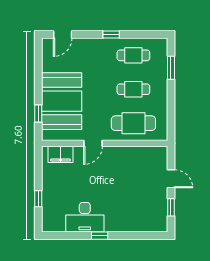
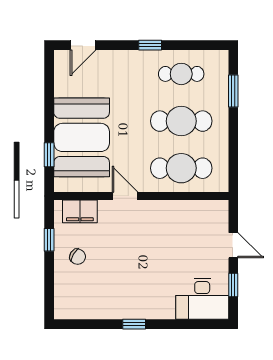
cafe table: (133, 89) -> (181, 121), width x1.37, depth x1.35
door: (93, 143) -> (125, 196), swing flipped
chair: (59, 187) -> (78, 257), added
window: (38, 199) -> (49, 240), moved
desk: (85, 217) -> (202, 299), moved

